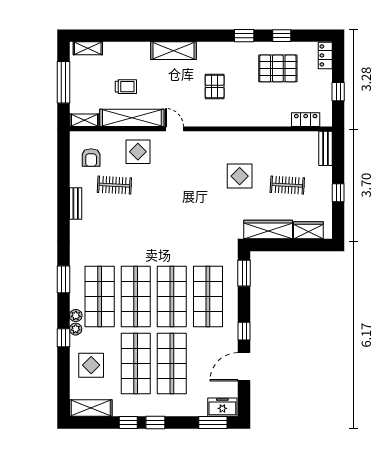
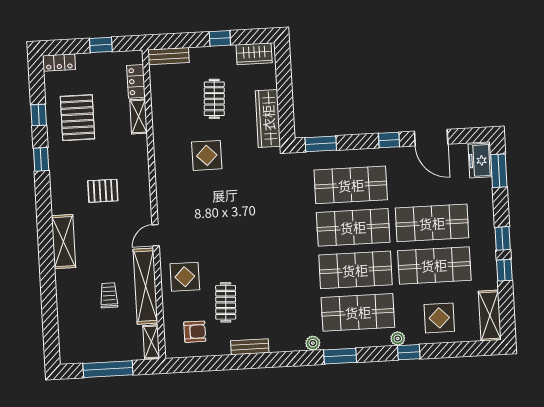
shelving: (88, 48) -> (139, 116), moved
wardrobe: (308, 230) -> (254, 54), moved, turned -90
plant: (76, 316) -> (313, 343), moved

